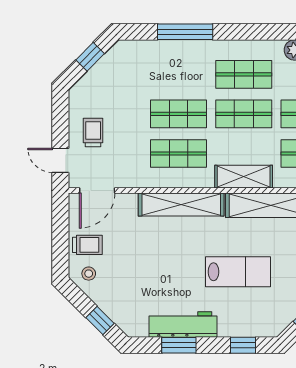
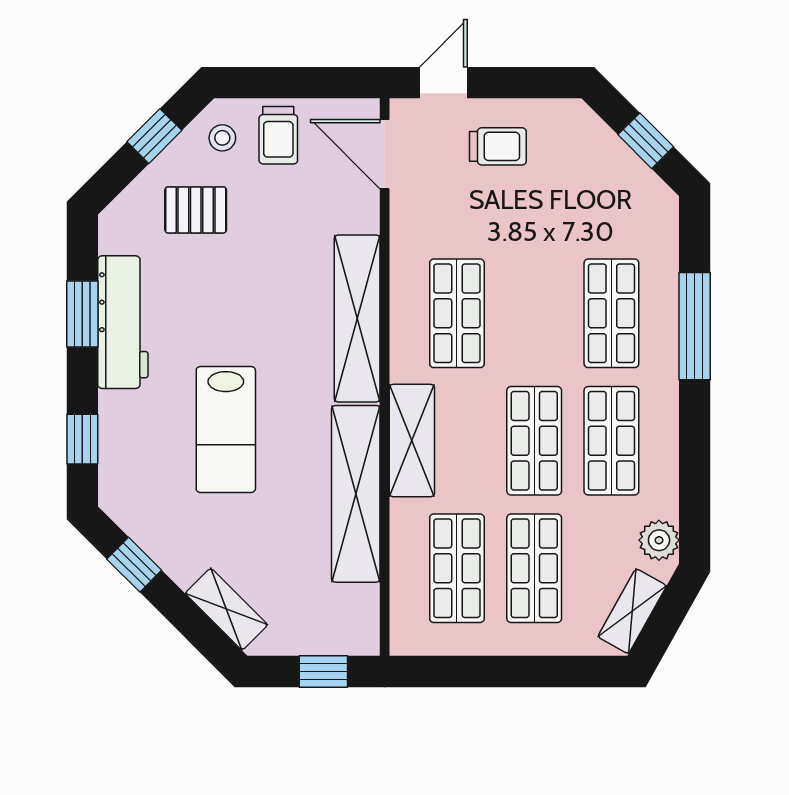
shop shelf: (178, 114) -> (611, 313), moved
pallet: (126, 287) -> (196, 210), added
window: (100, 321) -> (154, 136), moved

